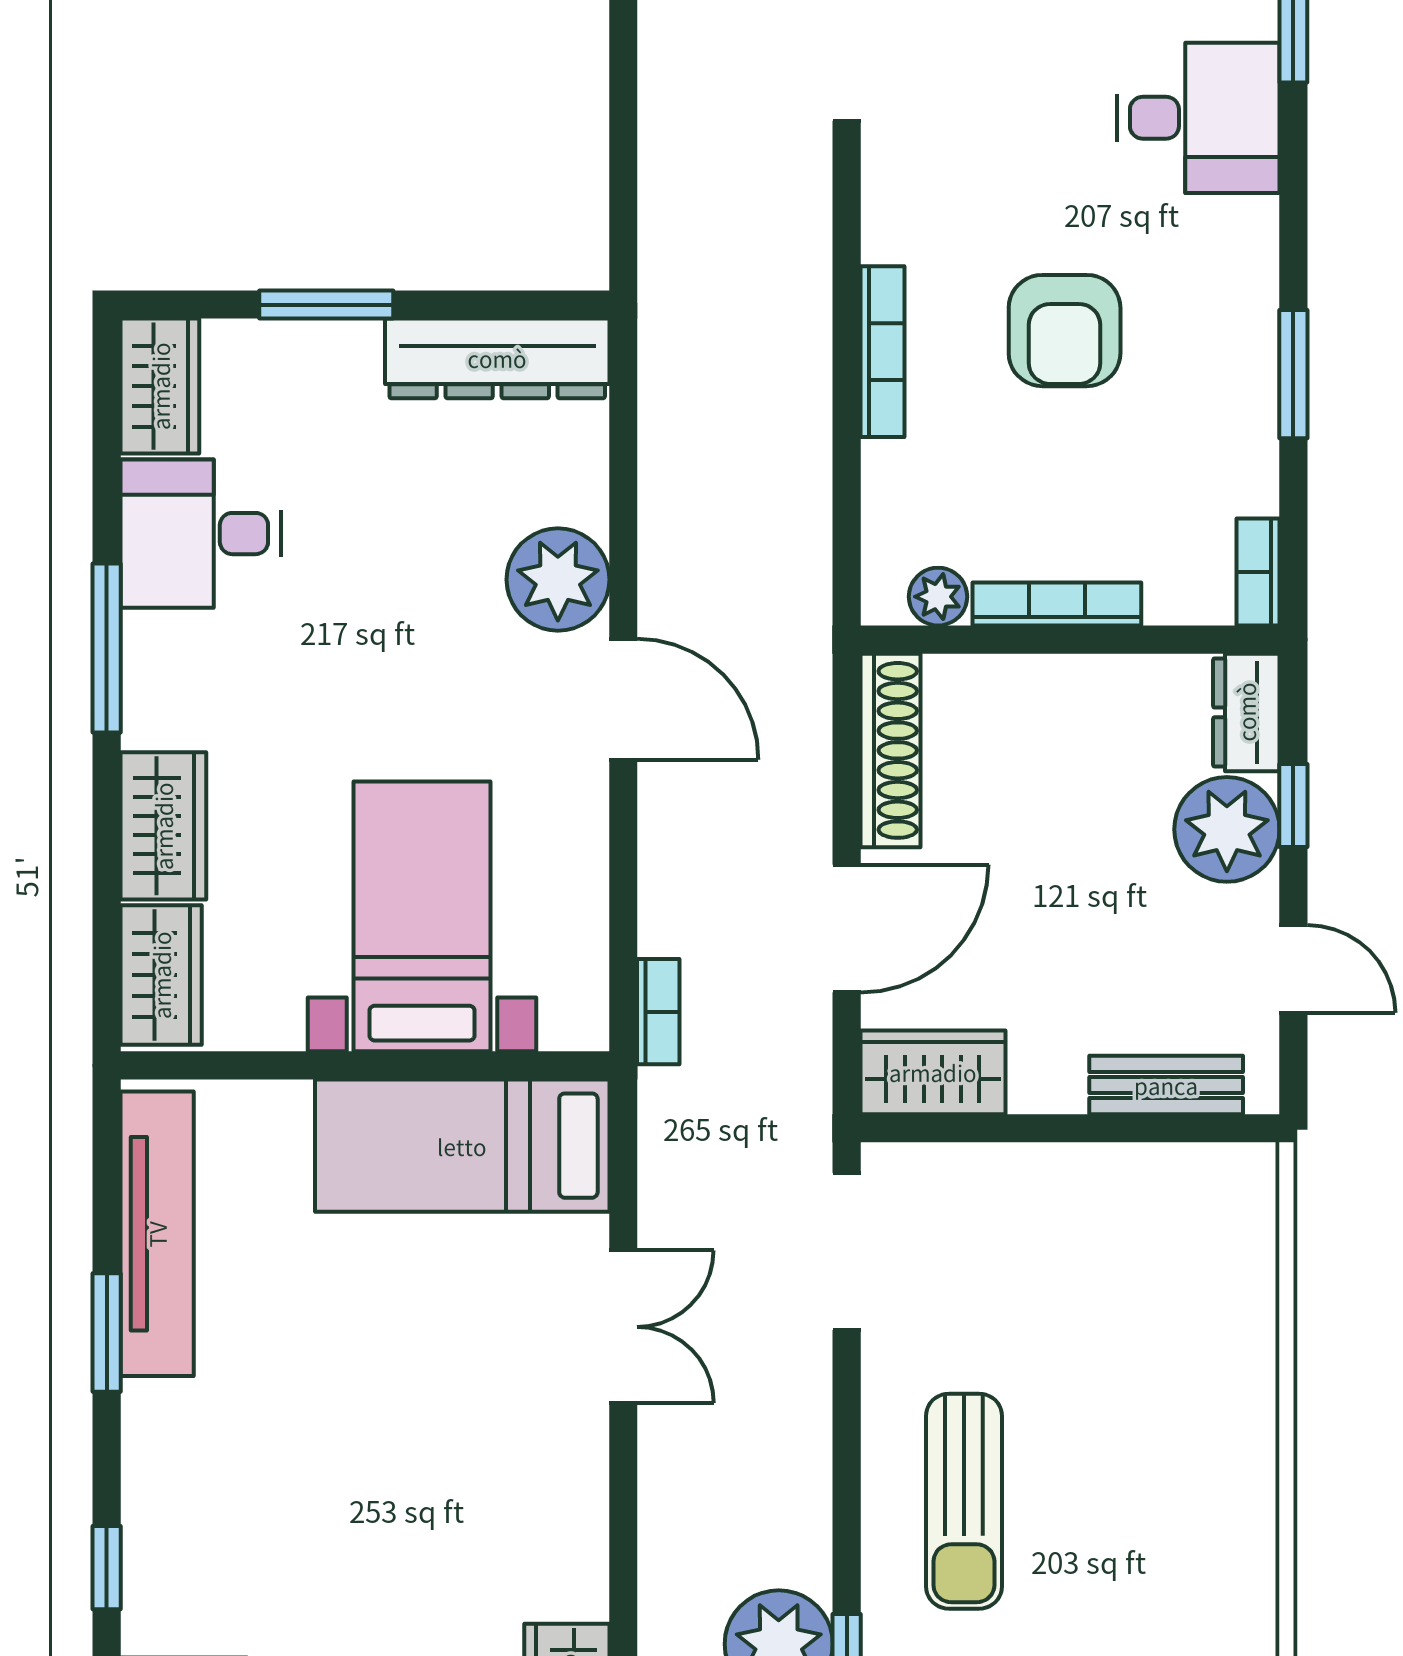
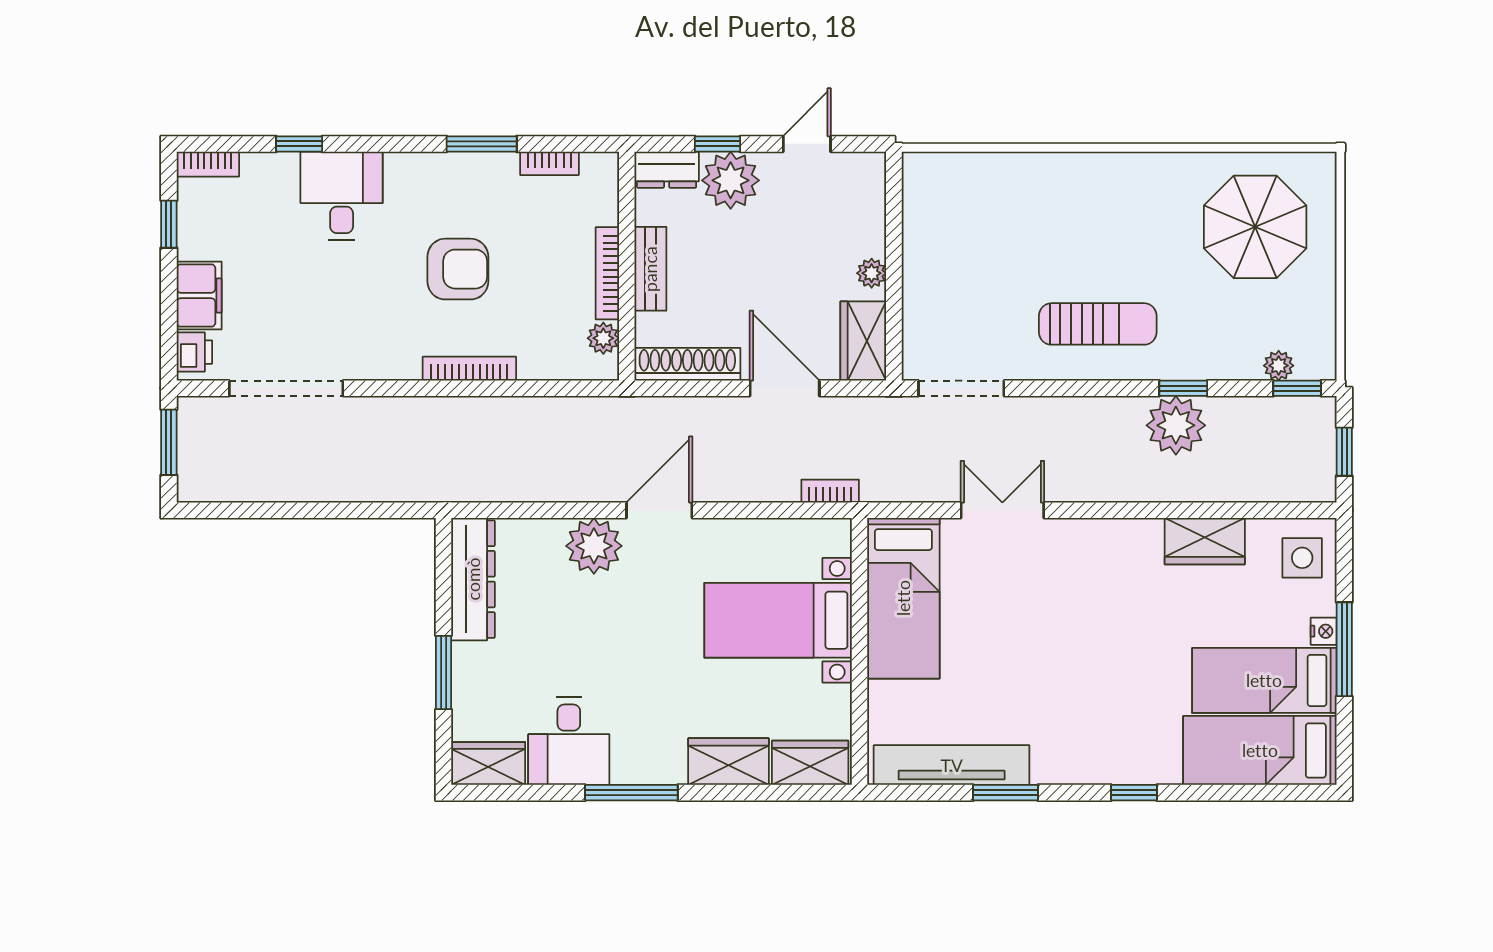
bookcase: (1258, 572) -> (549, 163), moved
bench: (1166, 1085) -> (650, 269), moved
plant: (1057, 1087) -> (872, 273), added

